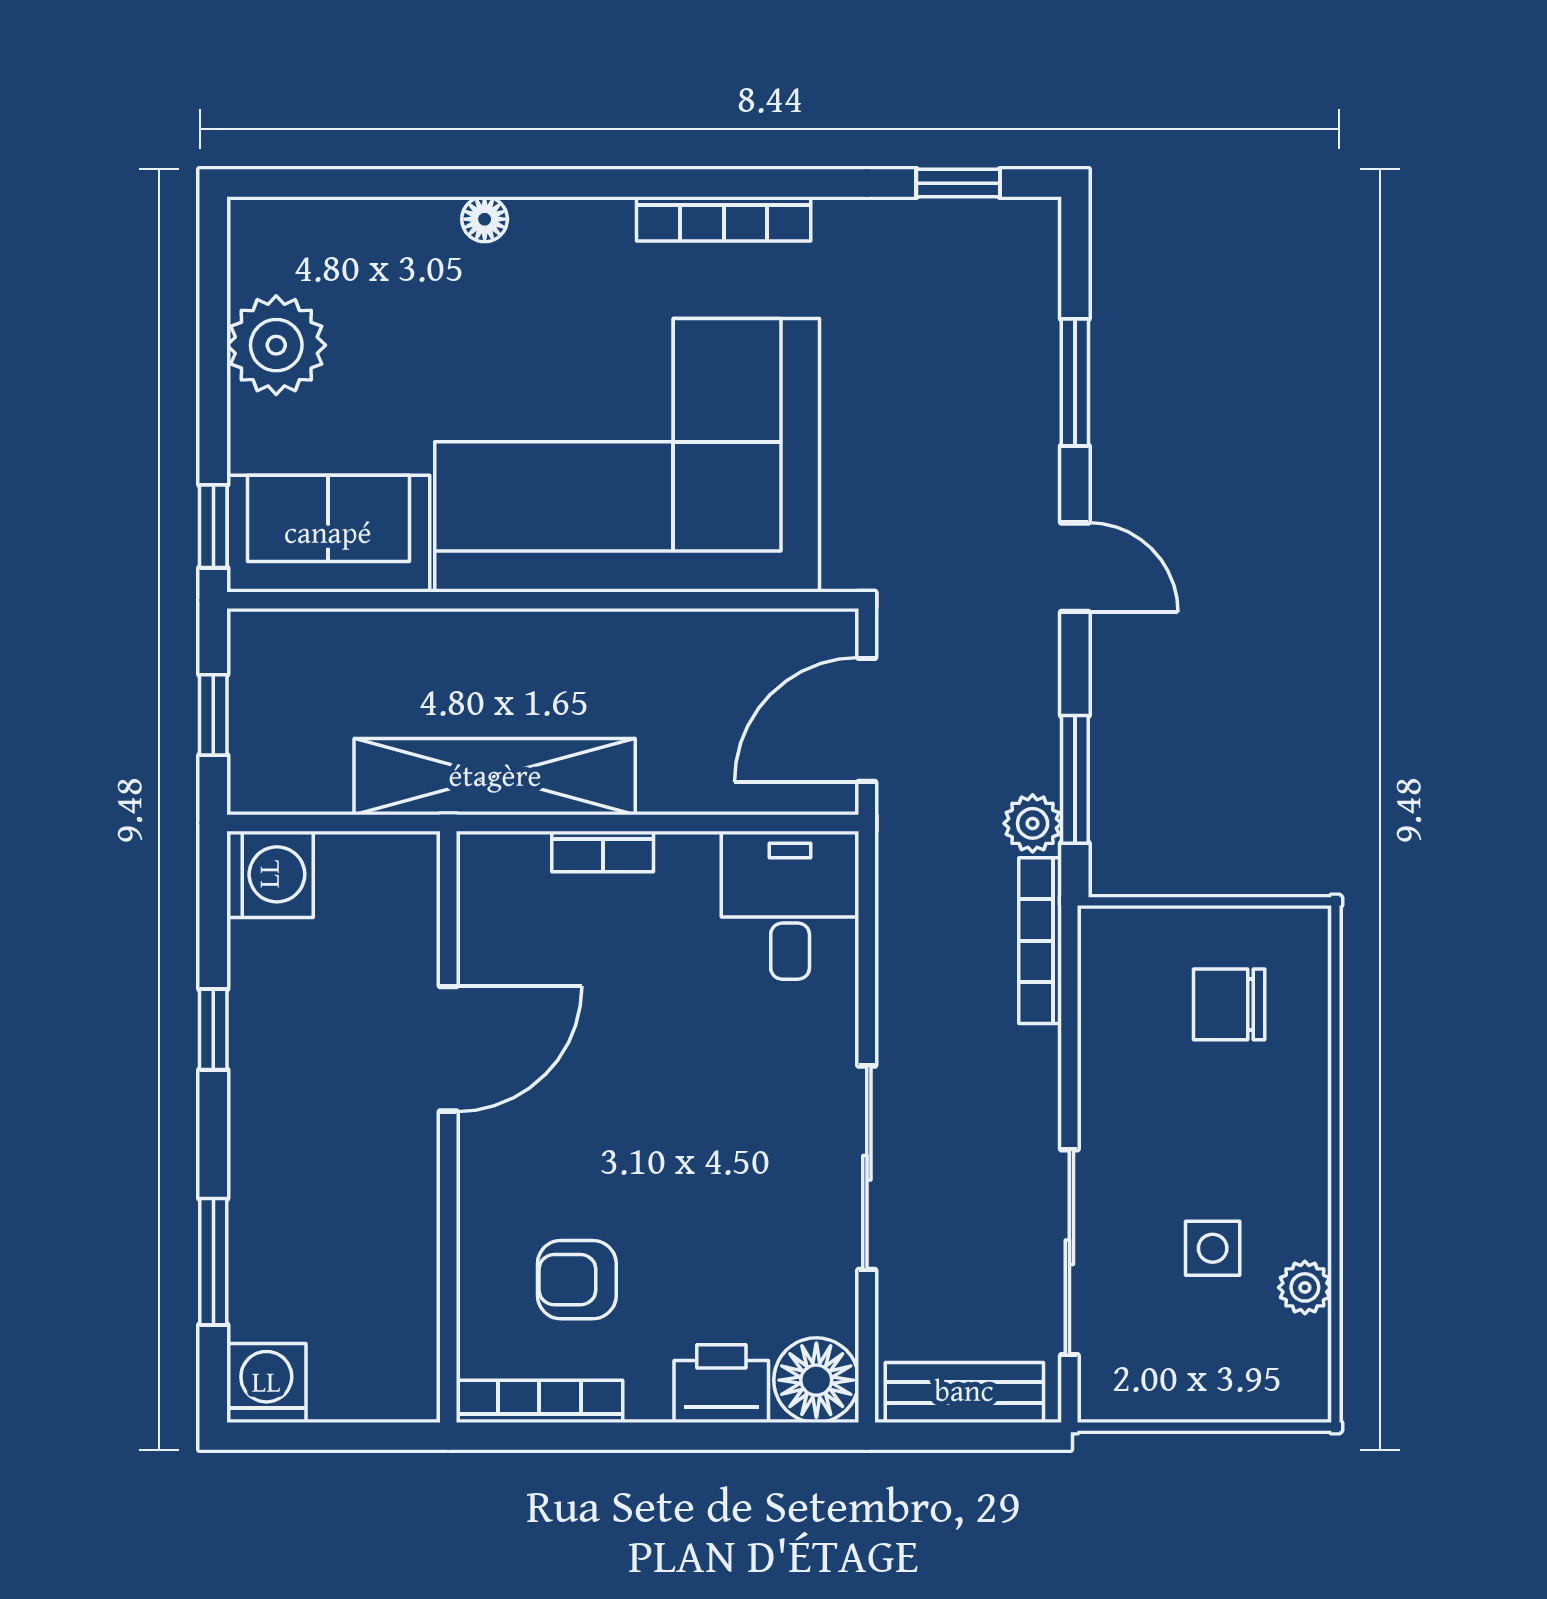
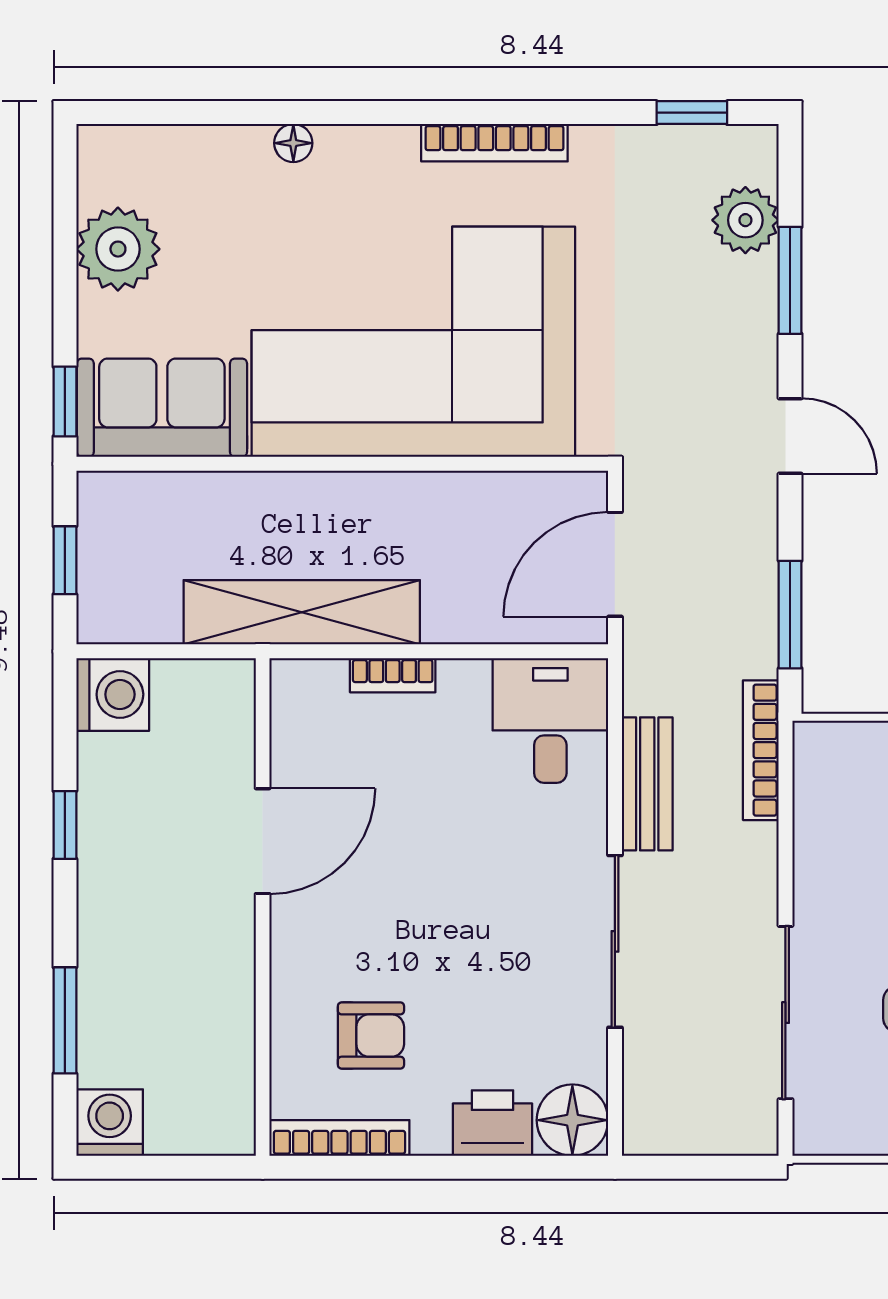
plant: (1033, 823) -> (745, 220), moved, width x1.38, depth x1.38
armchair: (577, 1280) -> (371, 1036), turned 180
bench: (964, 1392) -> (647, 784), moved, turned 90

